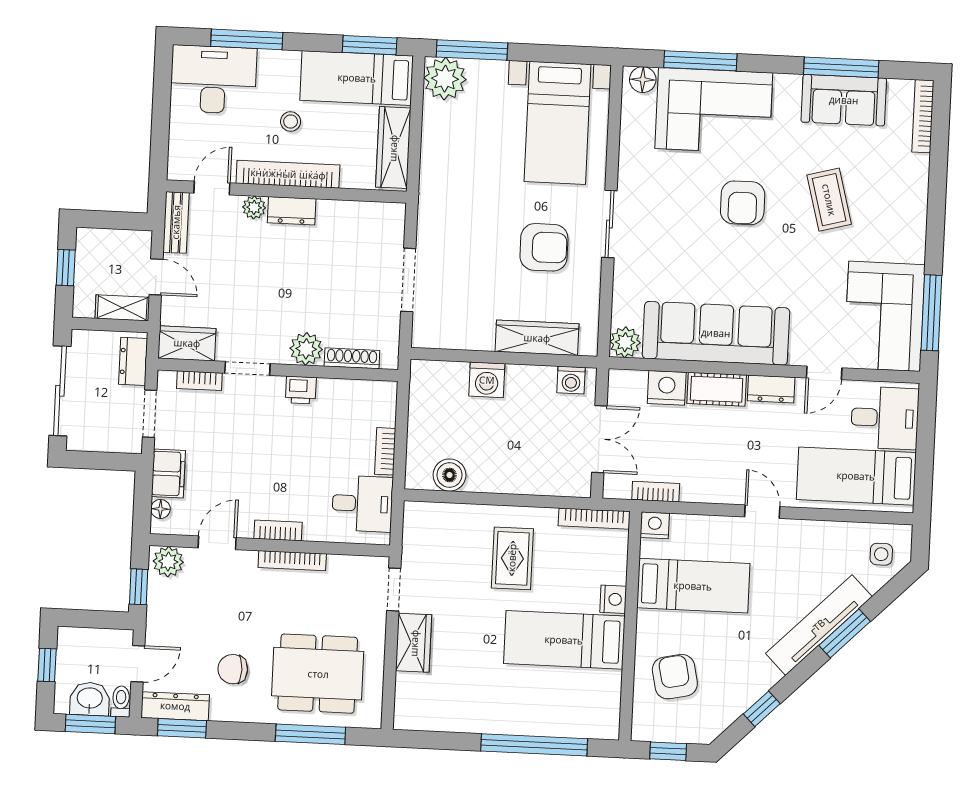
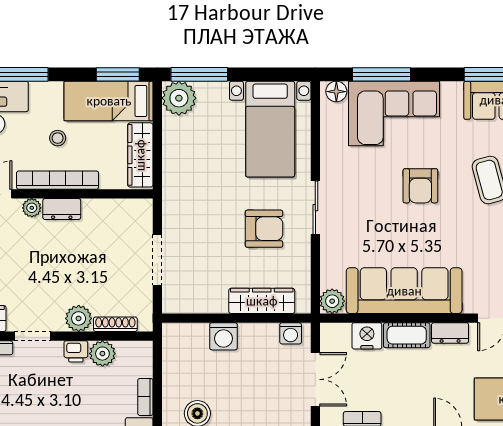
plant: (334, 394) -> (102, 354), added

